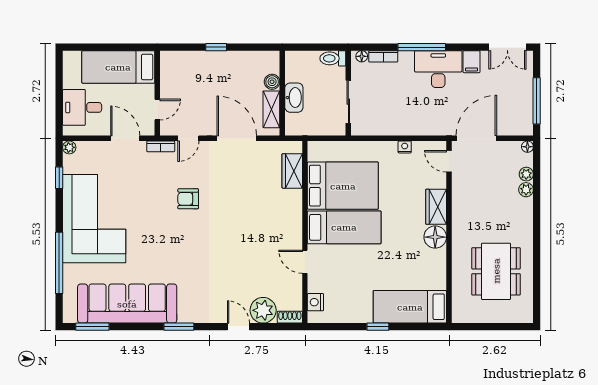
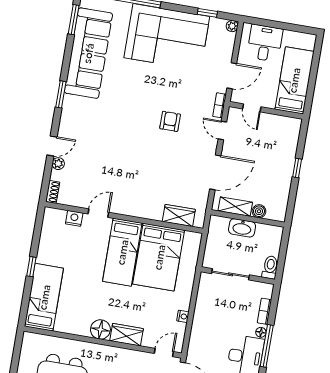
floor lamp: (362, 56) -> (261, 332), moved
nightstand: (315, 302) -> (74, 218), moved
plant: (263, 310) -> (58, 164), width x0.53, depth x0.53

